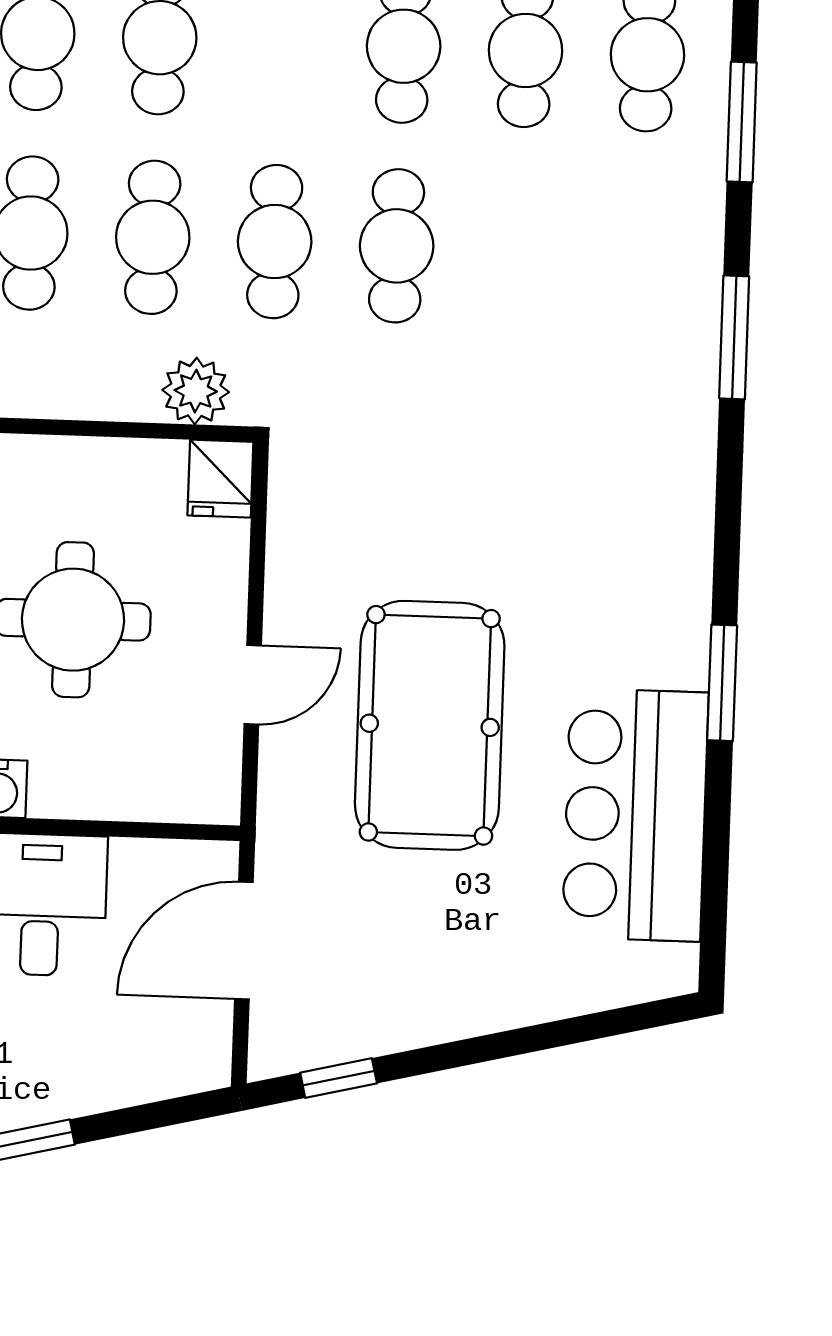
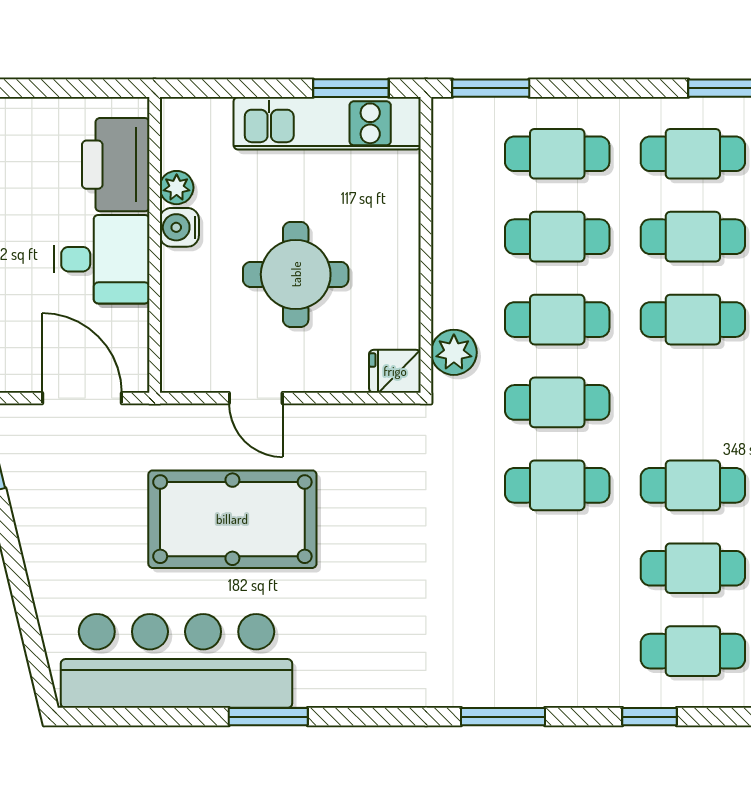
window: (742, 122) -> (649, 717), width x0.67
bar counter: (635, 815) -> (176, 661), width x1.36

